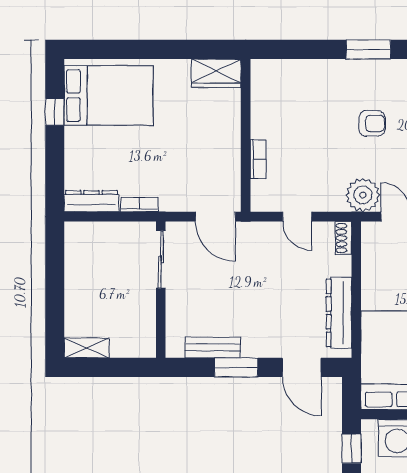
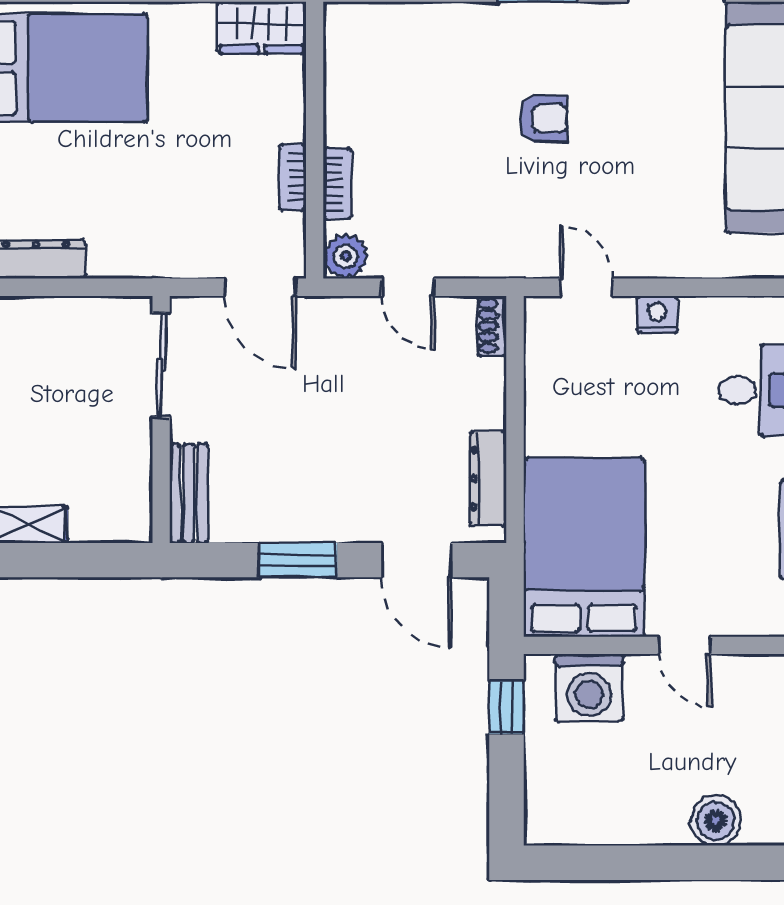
plant: (363, 195) -> (346, 256), moved, width x0.73, depth x0.73
bookcase: (139, 205) -> (293, 177), moved, turned -90
dresser: (339, 313) -> (488, 479), width x0.73, depth x0.80
bench: (213, 348) -> (189, 493), moved, turned 90

